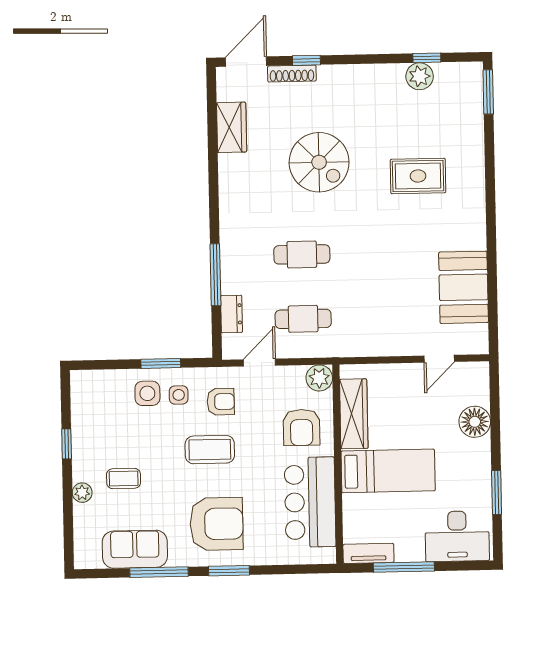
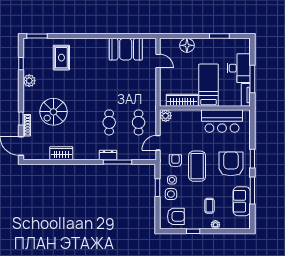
plant: (420, 76) -> (29, 81), moved
wardrobe: (232, 127) -> (61, 153), moved
spiral stairs: (319, 162) -> (53, 112), moved, turned 180
rug: (418, 176) -> (61, 58), moved
dresser: (231, 314) -> (108, 155), moved
door: (259, 363) -> (158, 143), hinge flipped
armchair: (302, 427) -> (176, 216), moved
coffee table: (210, 450) -> (197, 166), width x1.36, depth x1.32
desk: (457, 536) -> (239, 68), moved

